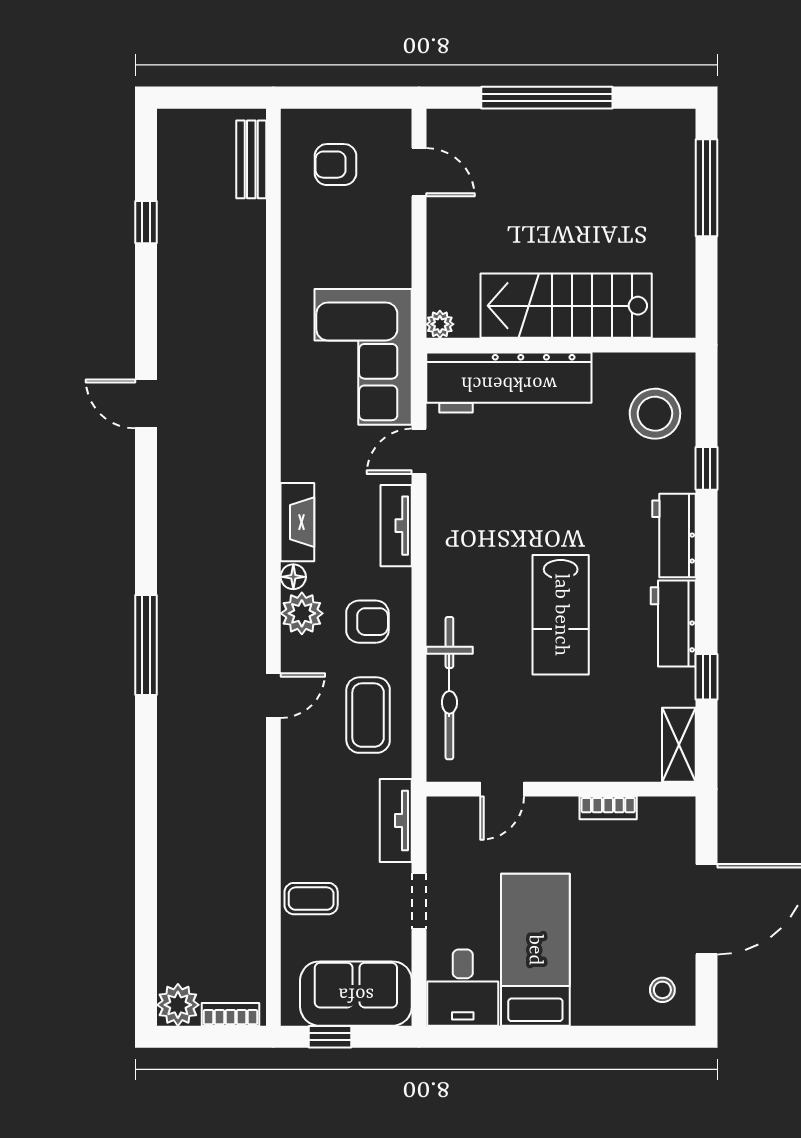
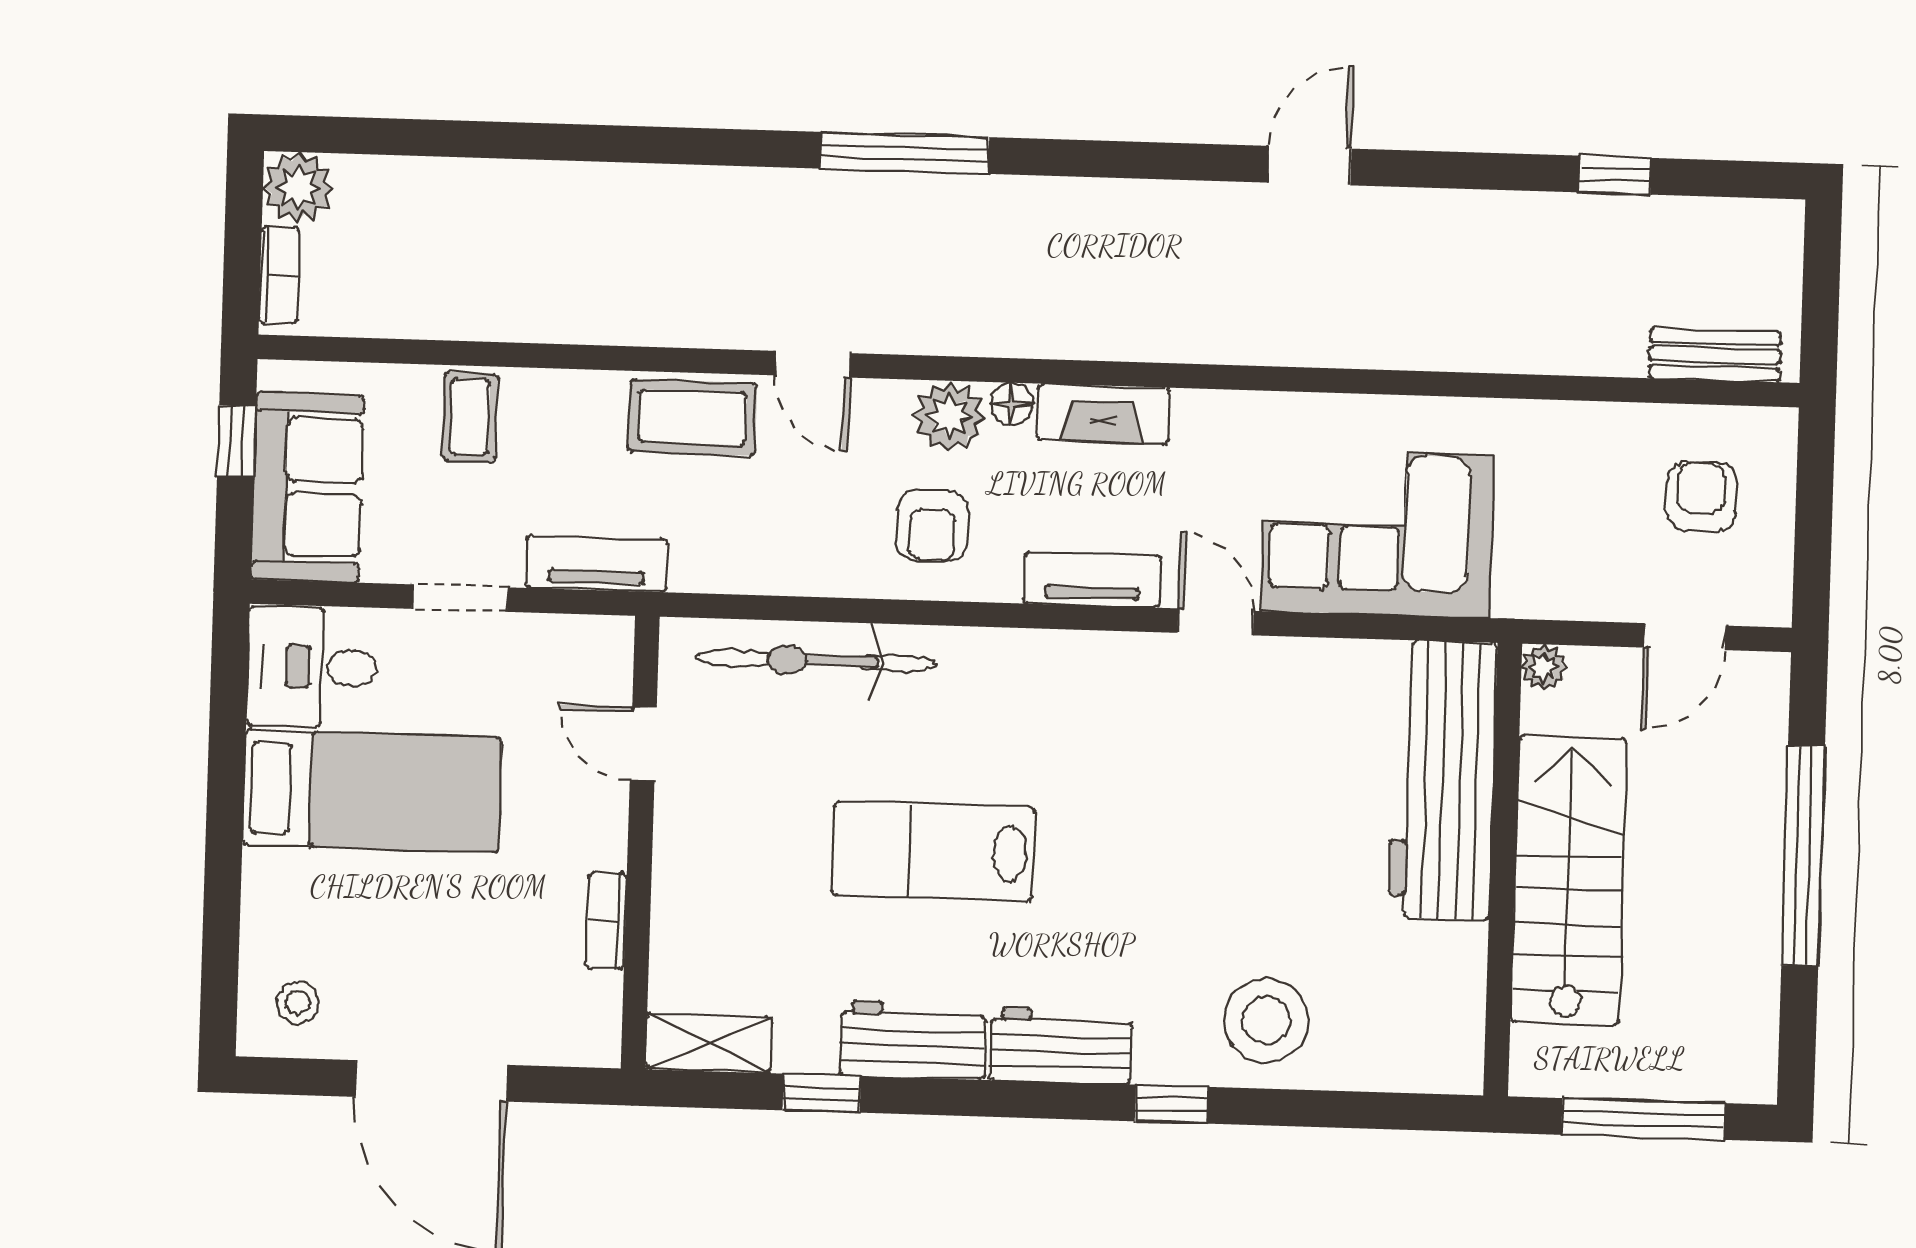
stairs: (566, 306) -> (1569, 880), moved
plant: (440, 324) -> (1544, 667), moved
wall: (561, 345) -> (1503, 870), moved
workbench: (509, 383) -> (1443, 780), moved
coffee table: (368, 715) -> (692, 417), moved

